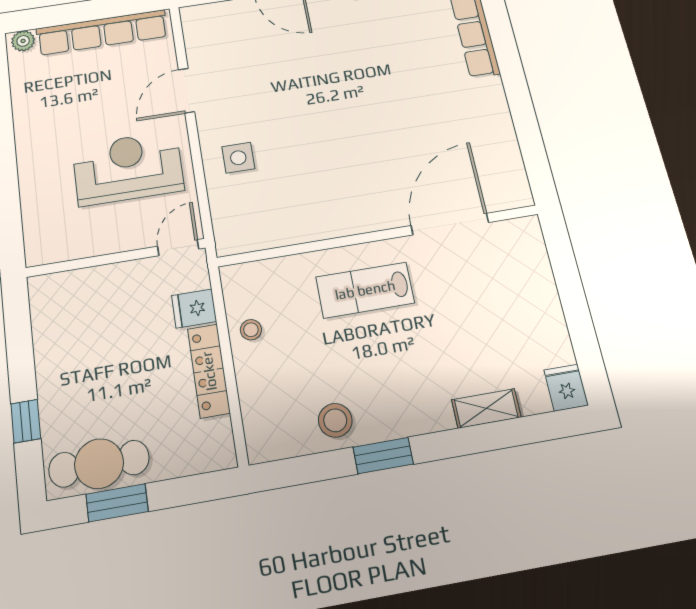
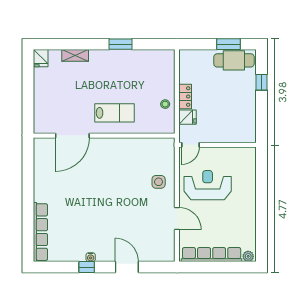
door: (187, 91) -> (177, 218), hinge flipped
reception desk: (128, 168) -> (208, 185), turned 180
locker: (209, 371) -> (185, 97), width x0.66
stool: (335, 420) -> (137, 61), removed

